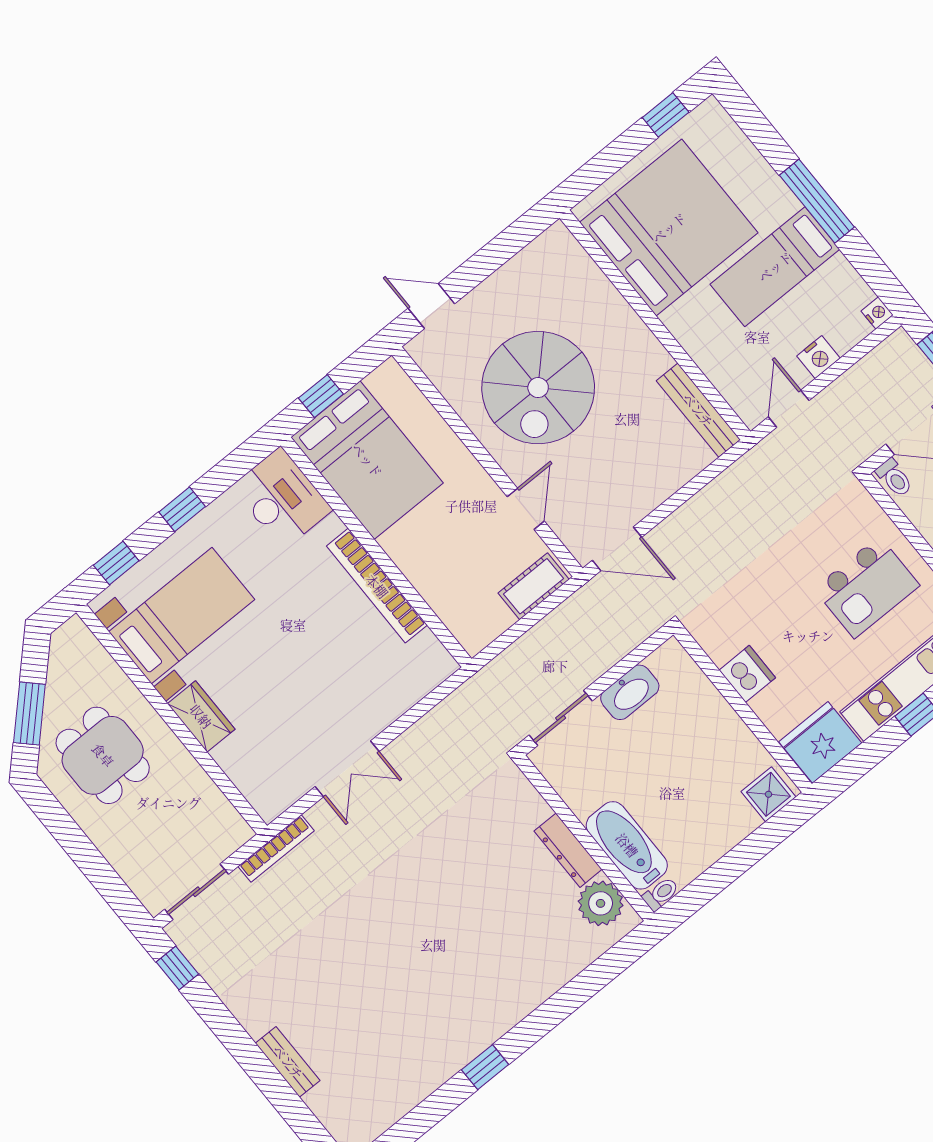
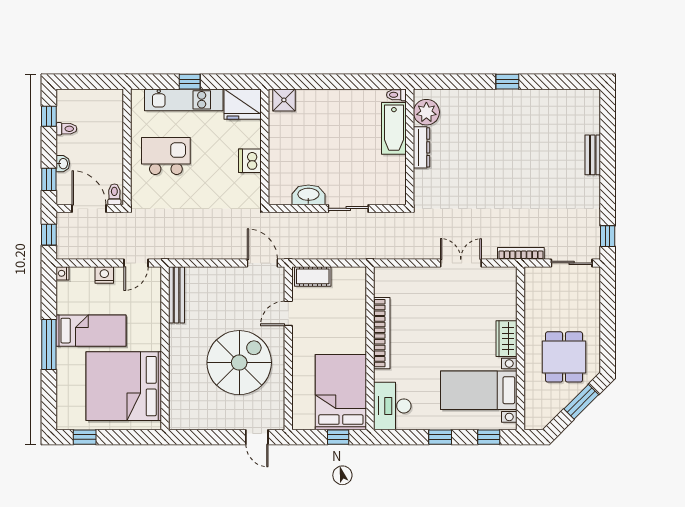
wall: (585, 838) -> (410, 147), moved
bathtub: (627, 845) -> (394, 128), moved
dresser: (568, 850) -> (422, 147), moved
toilet: (661, 894) -> (396, 95), moved
plant: (601, 903) -> (426, 112), moved

